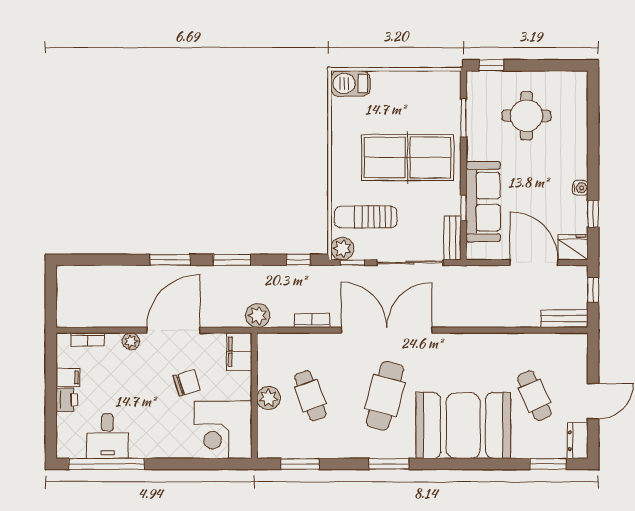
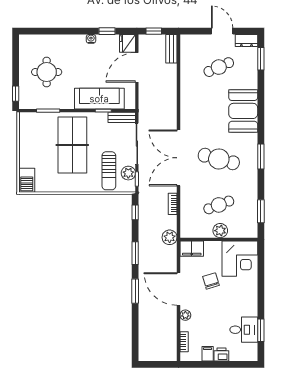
plant: (342, 249) -> (128, 173), moved
booth: (463, 426) -> (243, 111), width x0.73, depth x0.70
window: (106, 464) -> (261, 330), width x0.47

